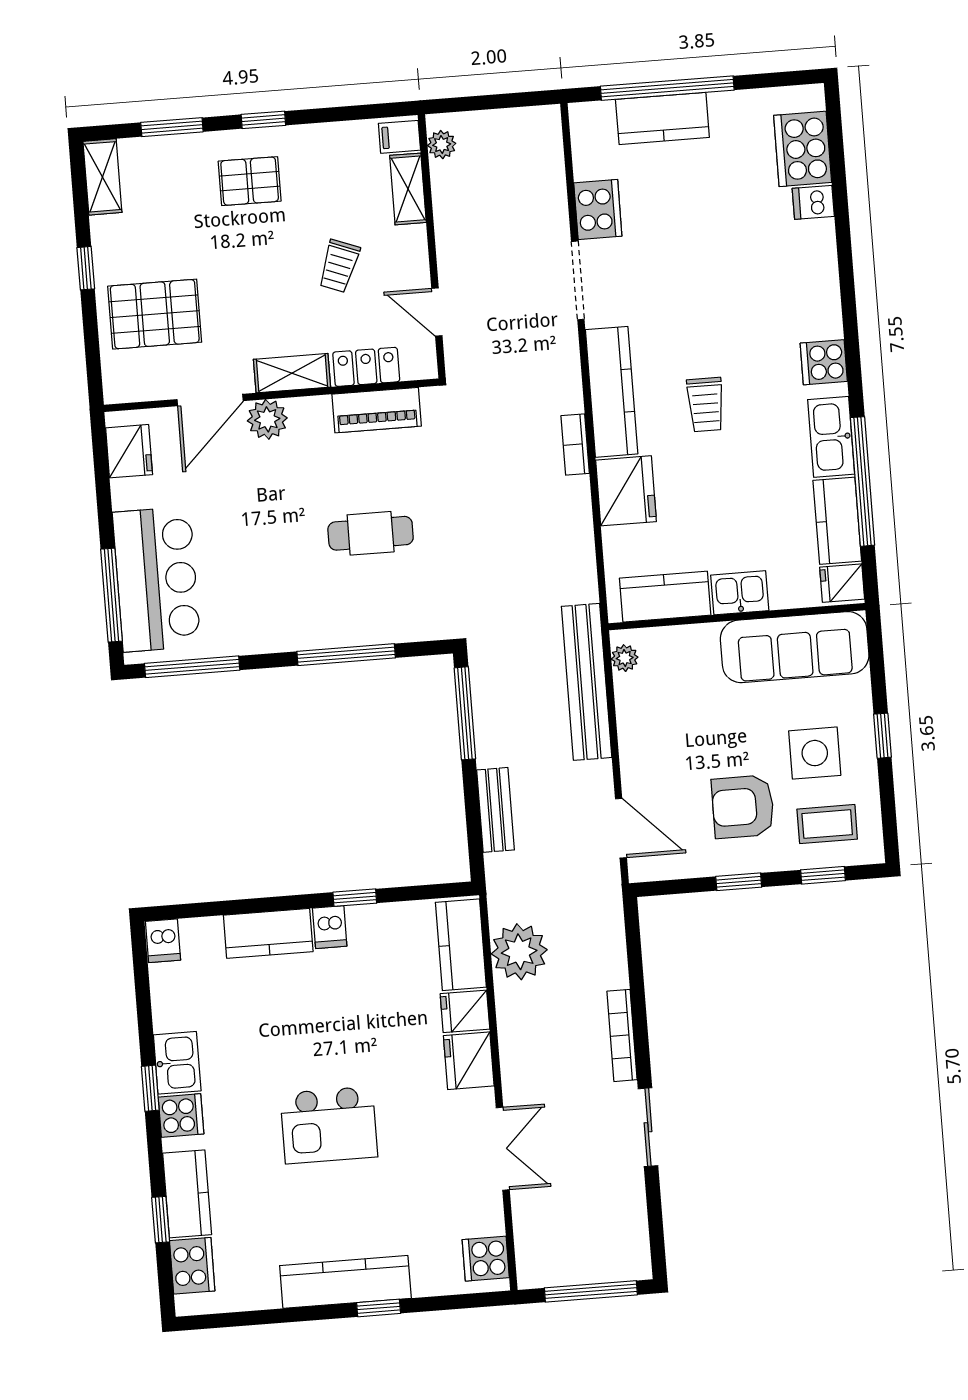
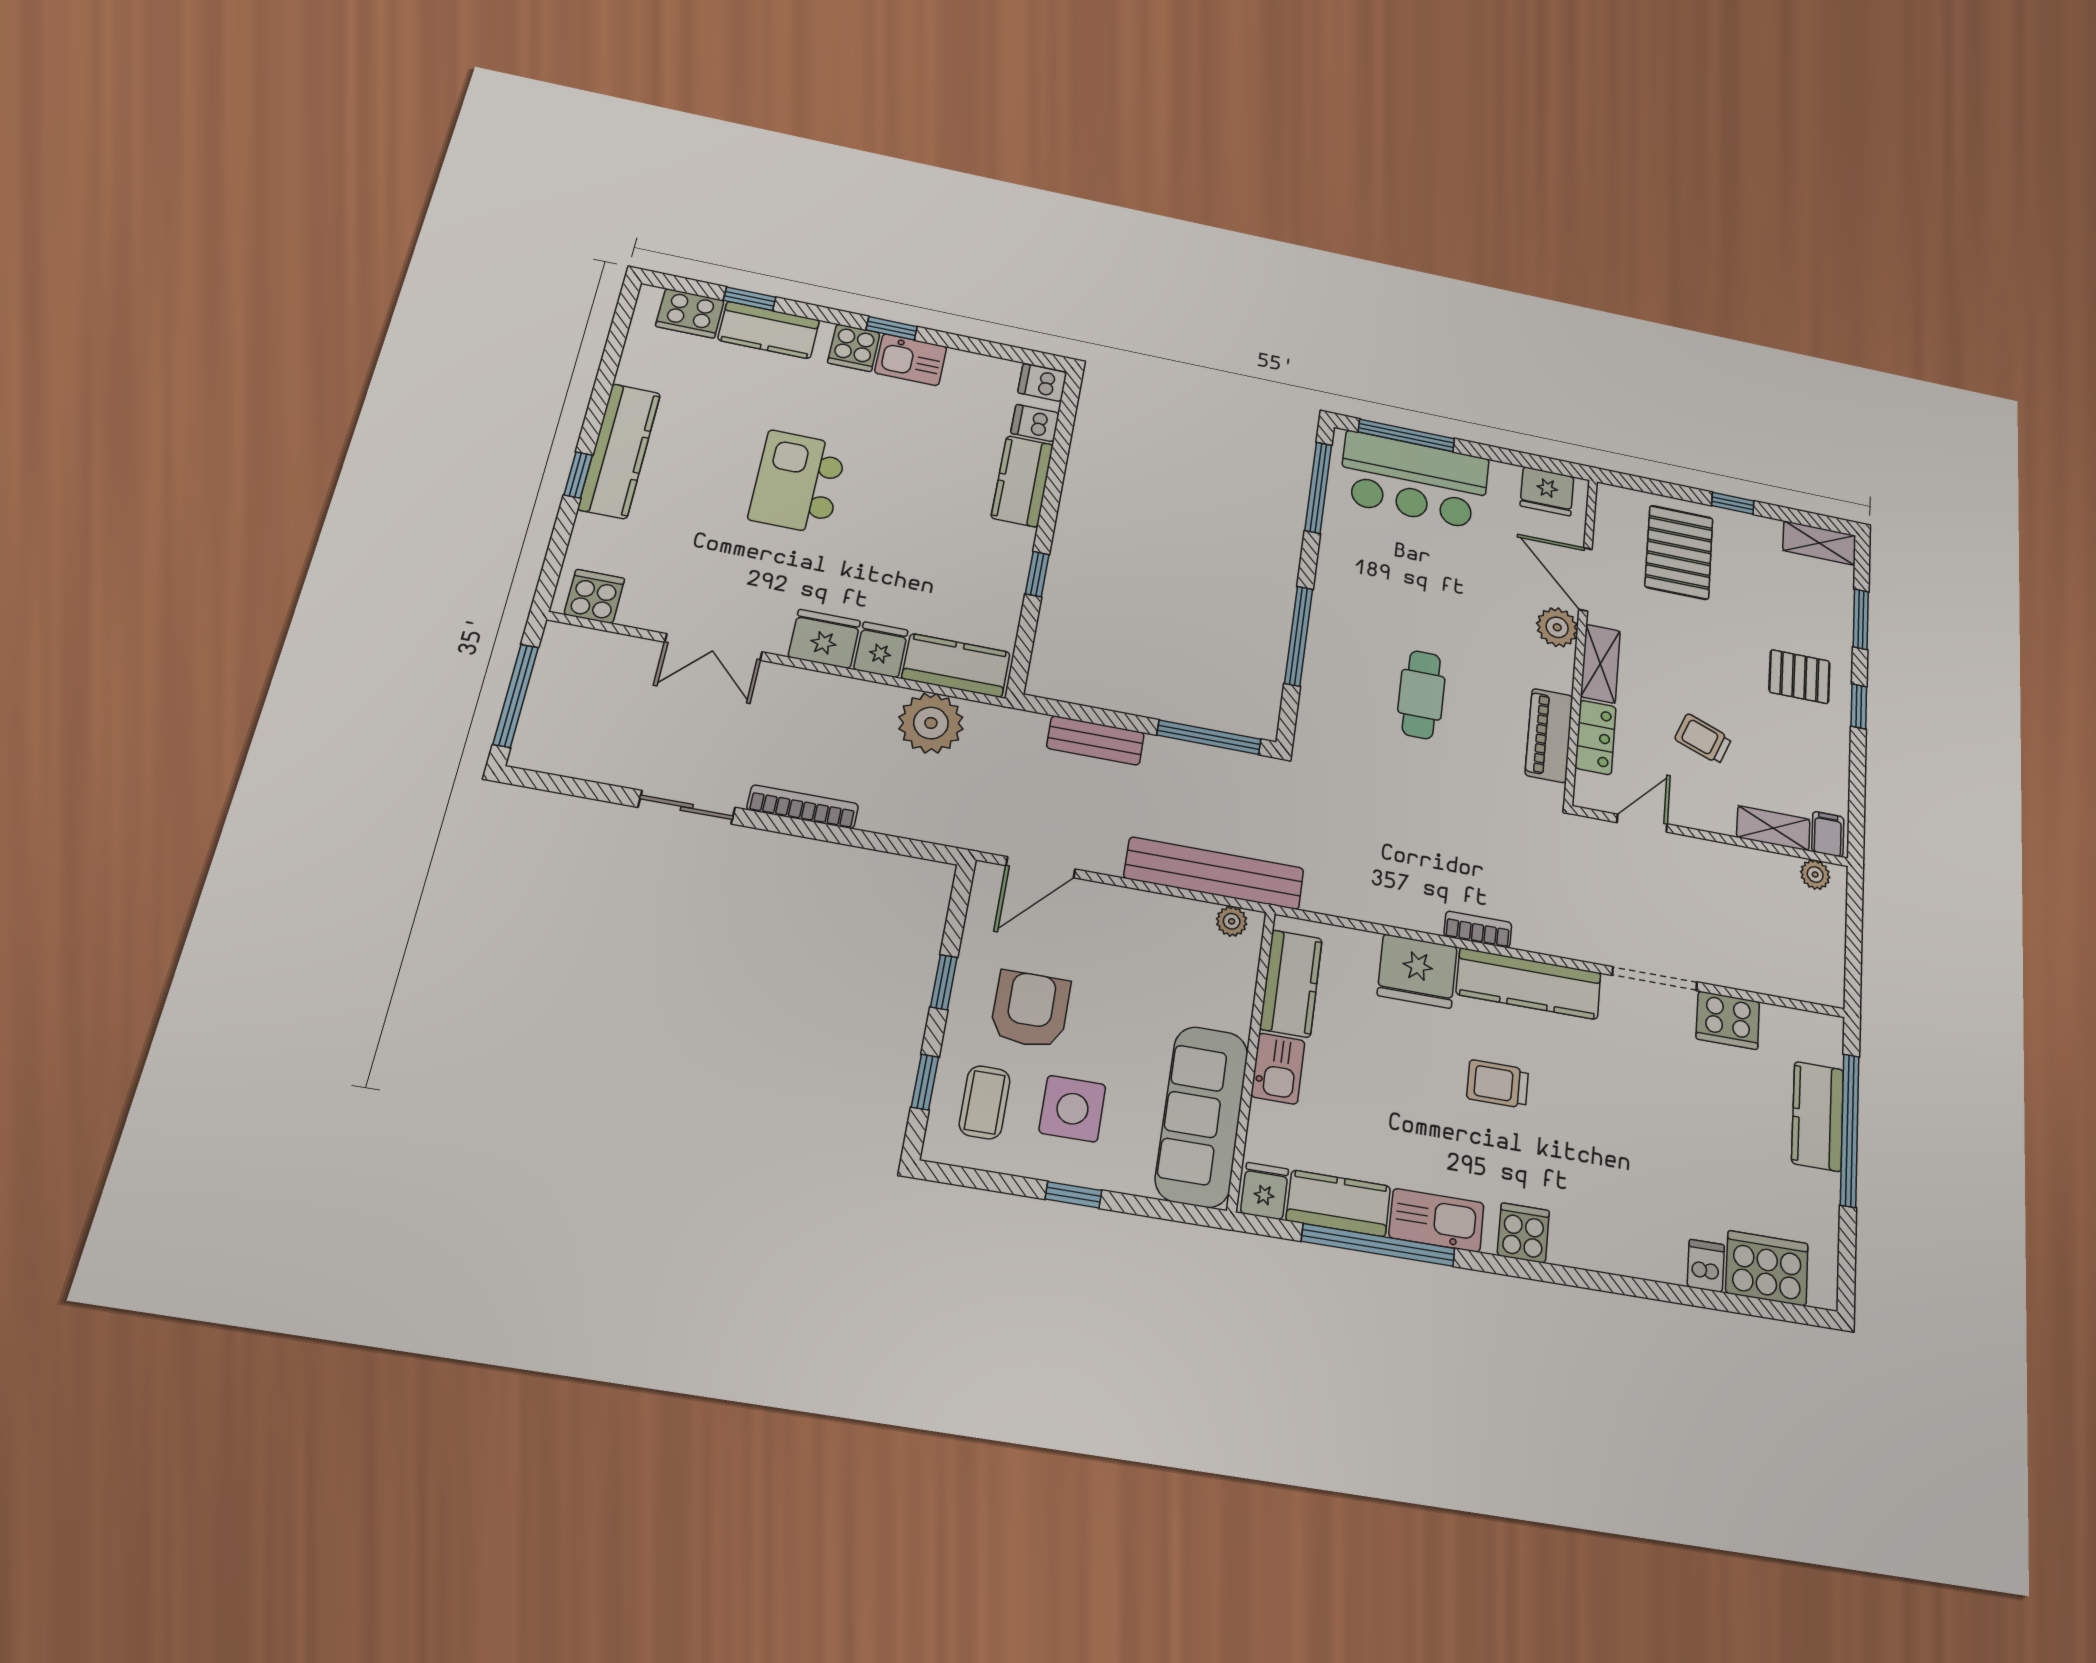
pallet: (250, 181) -> (1799, 677), turned 90
dishwasher: (330, 927) -> (1035, 423), moved

